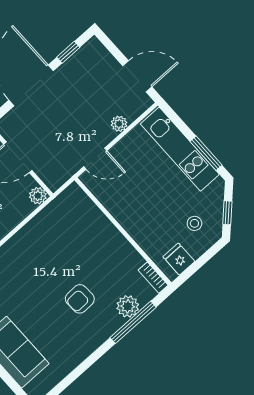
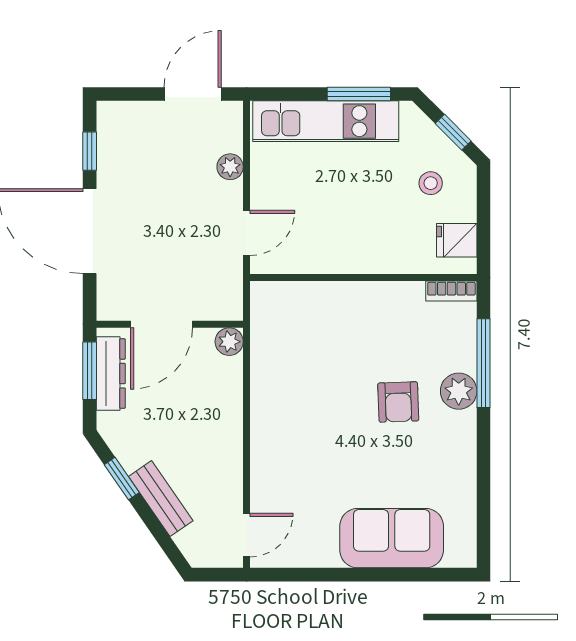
plant: (128, 306) -> (459, 391), moved

